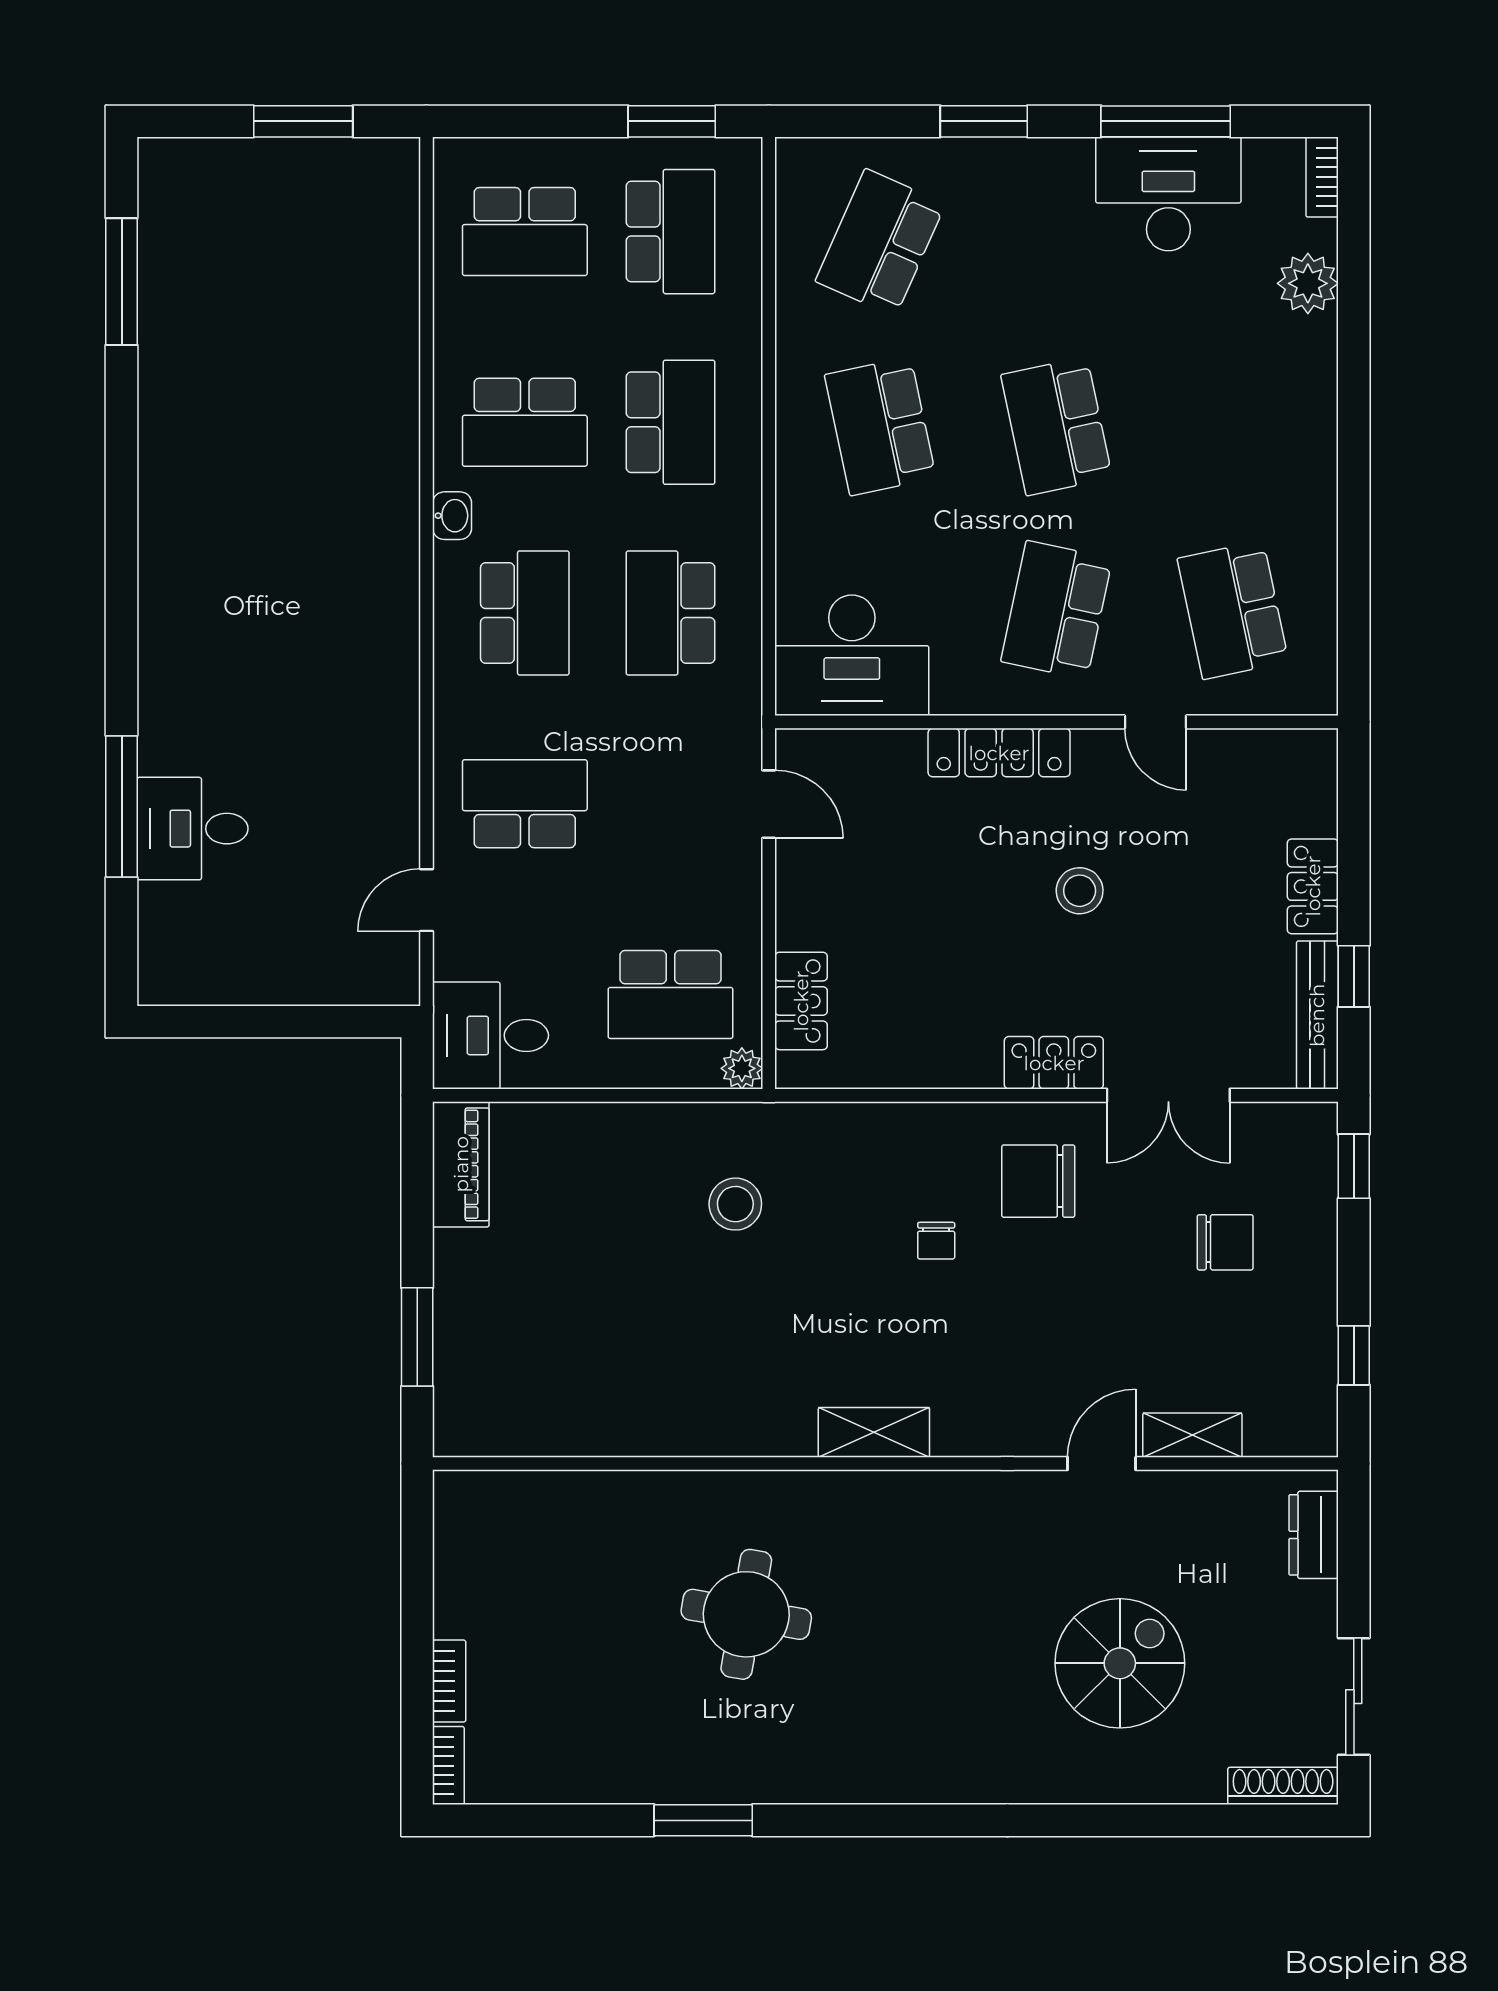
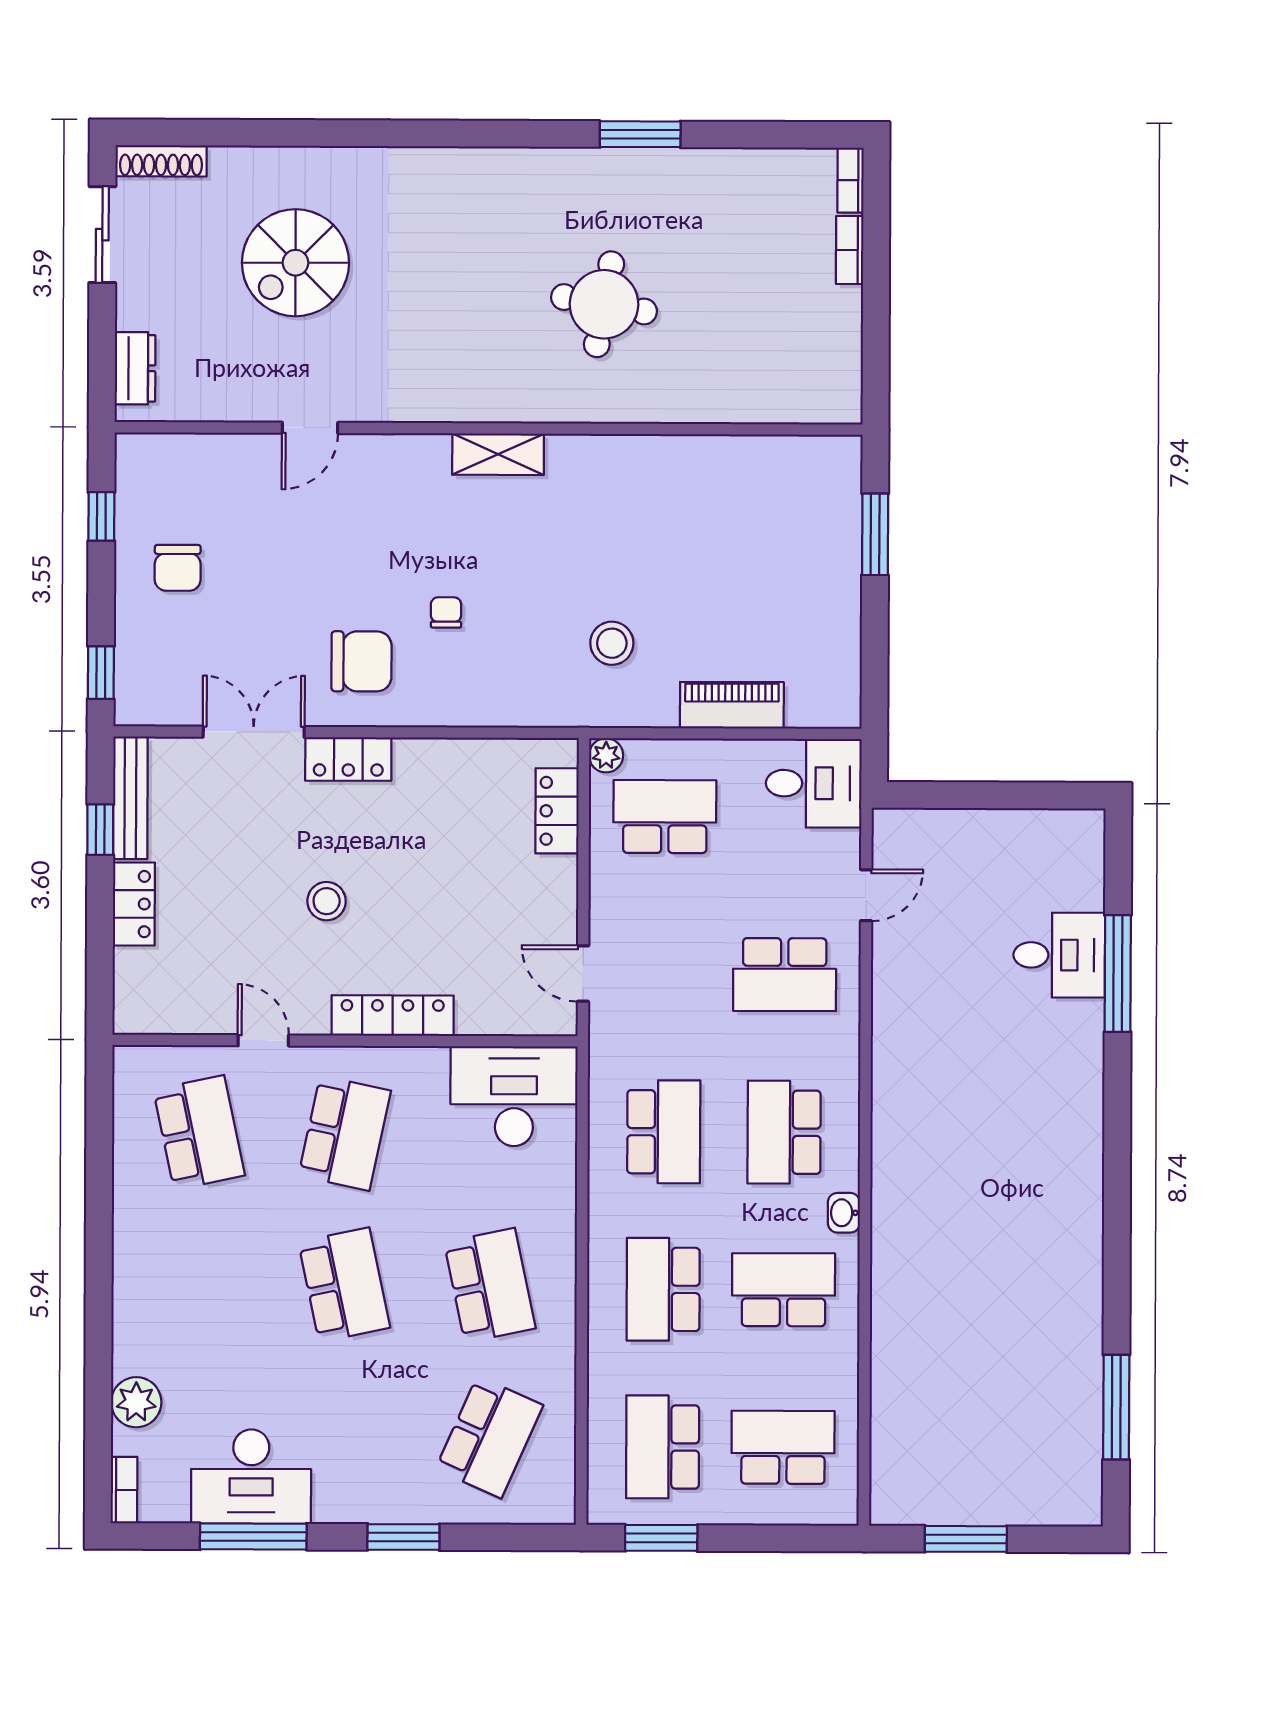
piano: (461, 1164) -> (732, 705), moved, turned 90
chair: (1225, 1242) -> (178, 568), moved, turned -90
shelving: (1192, 1435) -> (235, 451), removed

